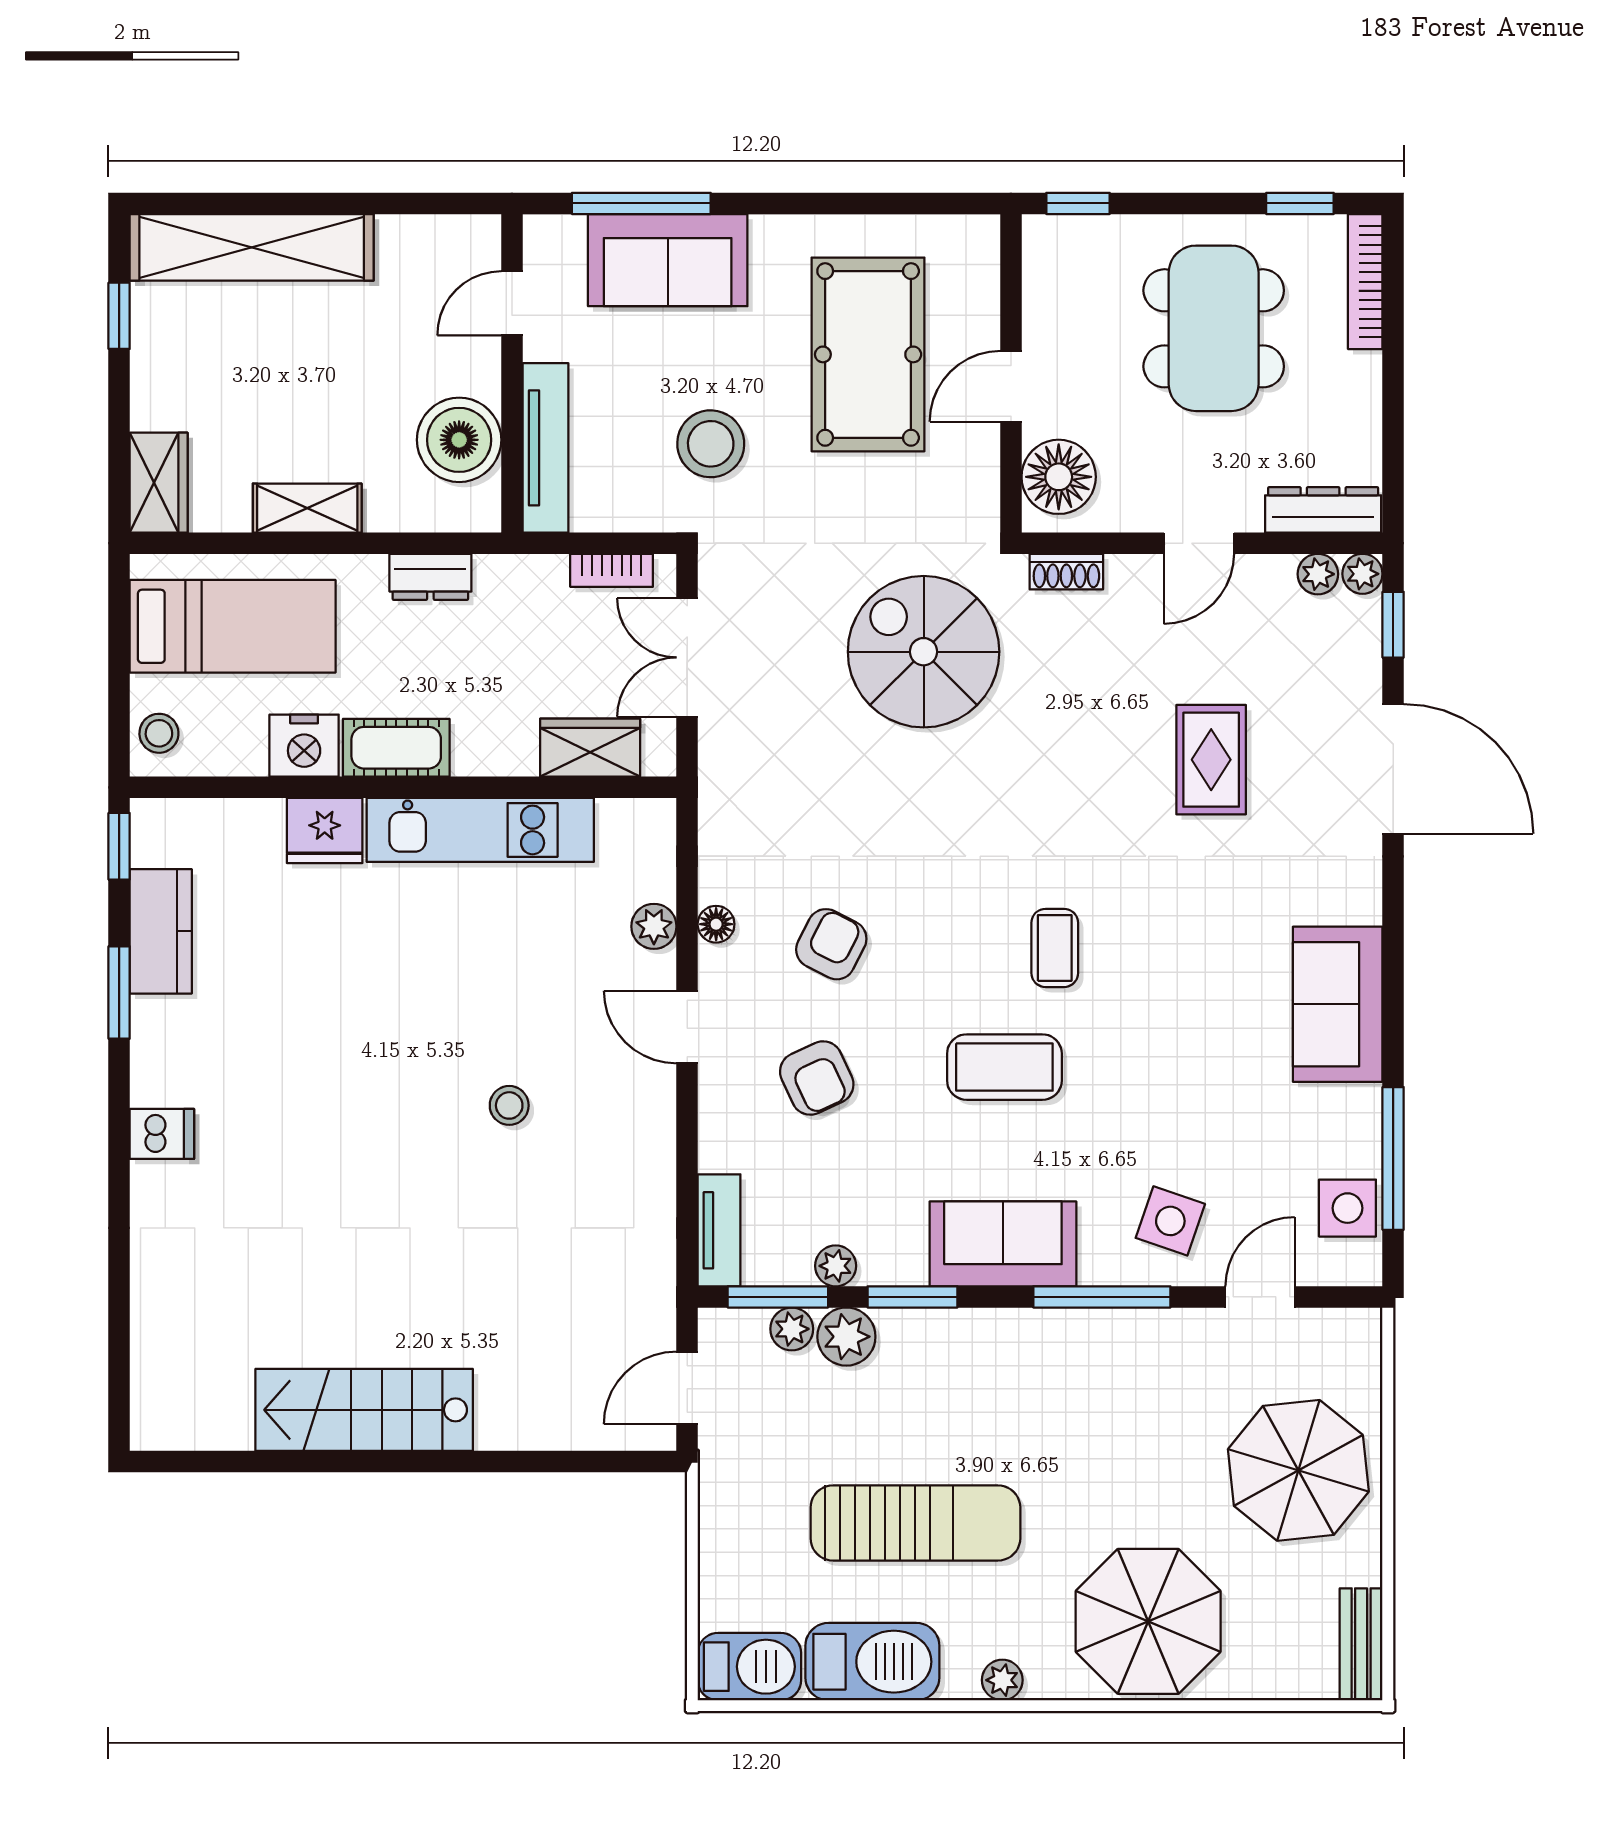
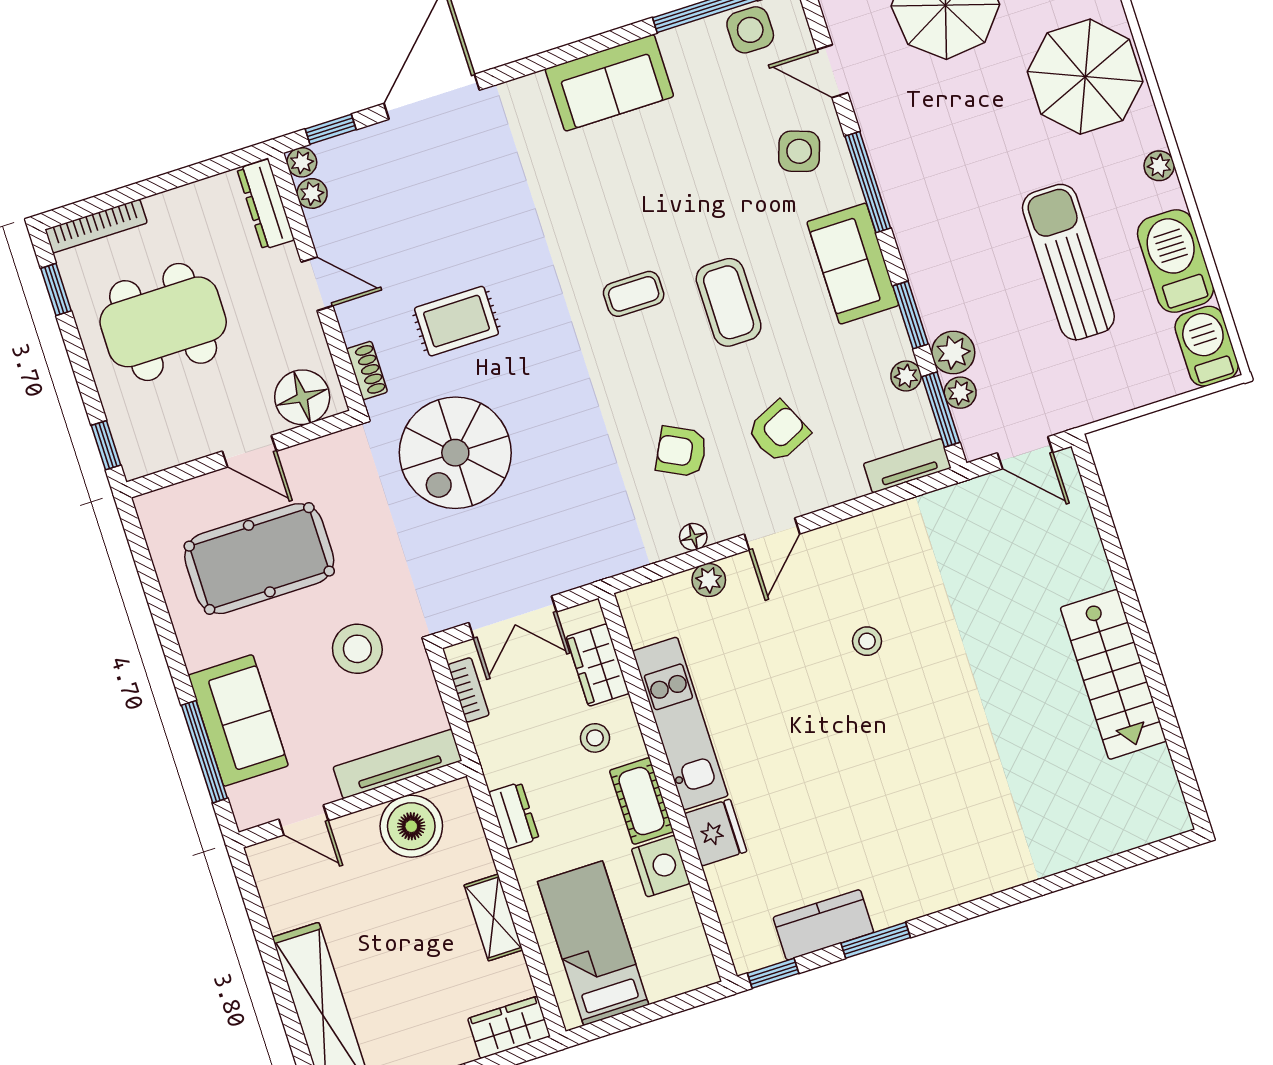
stool: (159, 733) -> (595, 738), moved
rug: (1211, 760) -> (456, 321), moved
dishwasher: (162, 1134) -> (965, 878), removed

